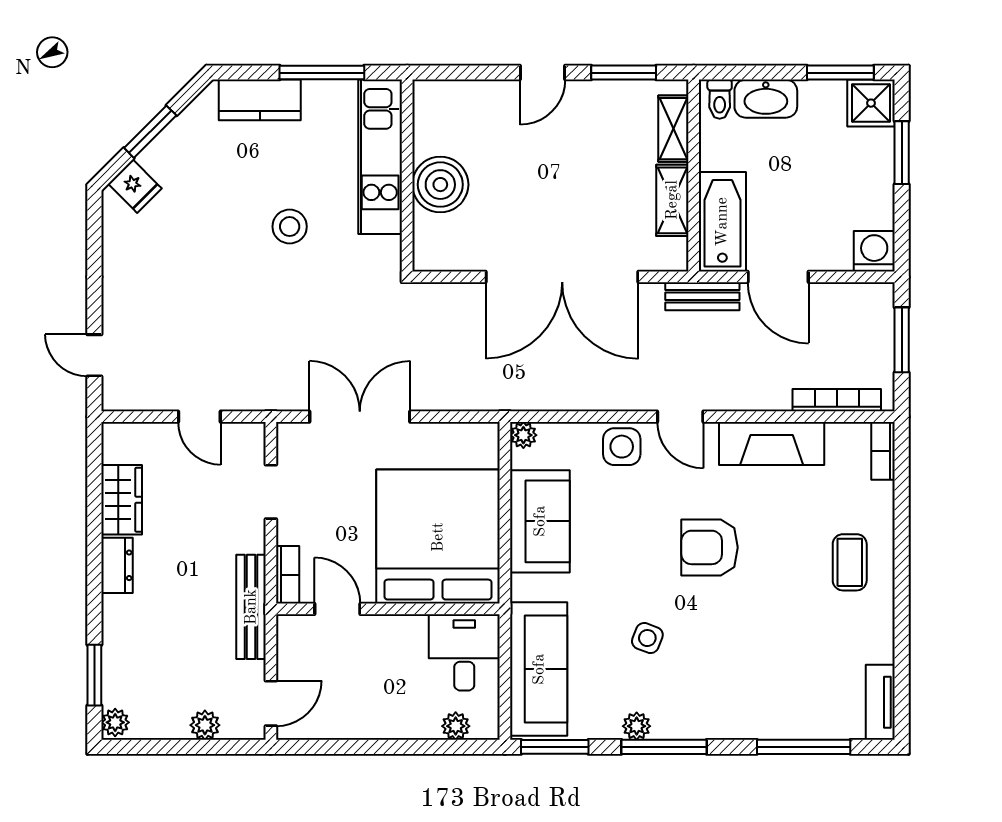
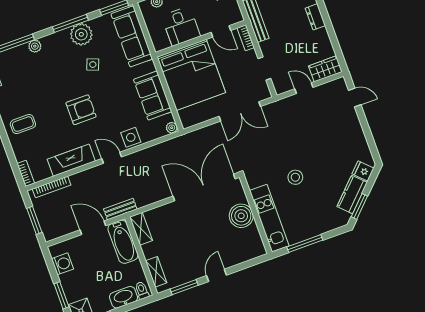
kitchen counter: (260, 100) -> (352, 195), moved, turned -45
window: (150, 132) -> (359, 206), moved
shelving: (672, 200) -> (141, 229), moved
washing machine: (874, 251) -> (62, 264), moved, turned -90
double door: (562, 277) -> (204, 187), moved
wardrobe: (122, 500) -> (325, 69), moved, turned 90
coffee table: (850, 562) -> (23, 124), turned 90
desk: (464, 652) -> (181, 26), moved
plant: (761, 725) -> (35, 46), added
plant: (637, 726) -> (81, 34), width x1.87, depth x1.87

